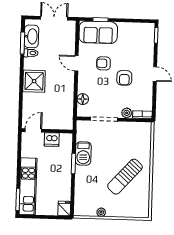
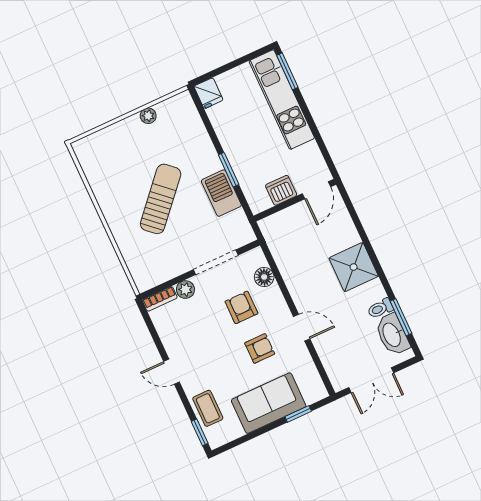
sofa: (98, 32) -> (269, 403), moved
coffee table: (146, 46) -> (208, 408), added
armchair: (124, 78) -> (241, 307), moved
sun lounger: (125, 177) -> (161, 199), moved

